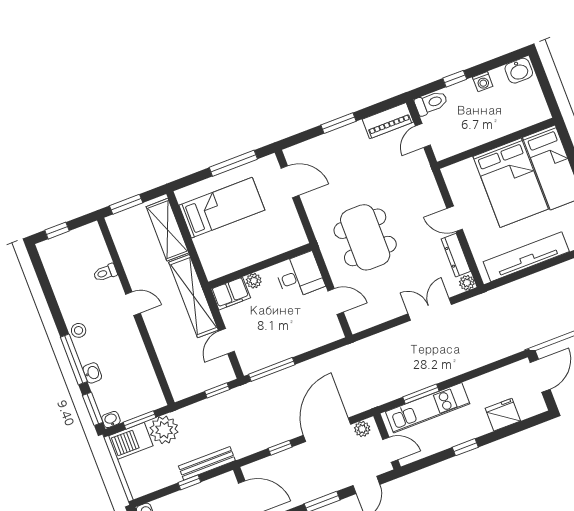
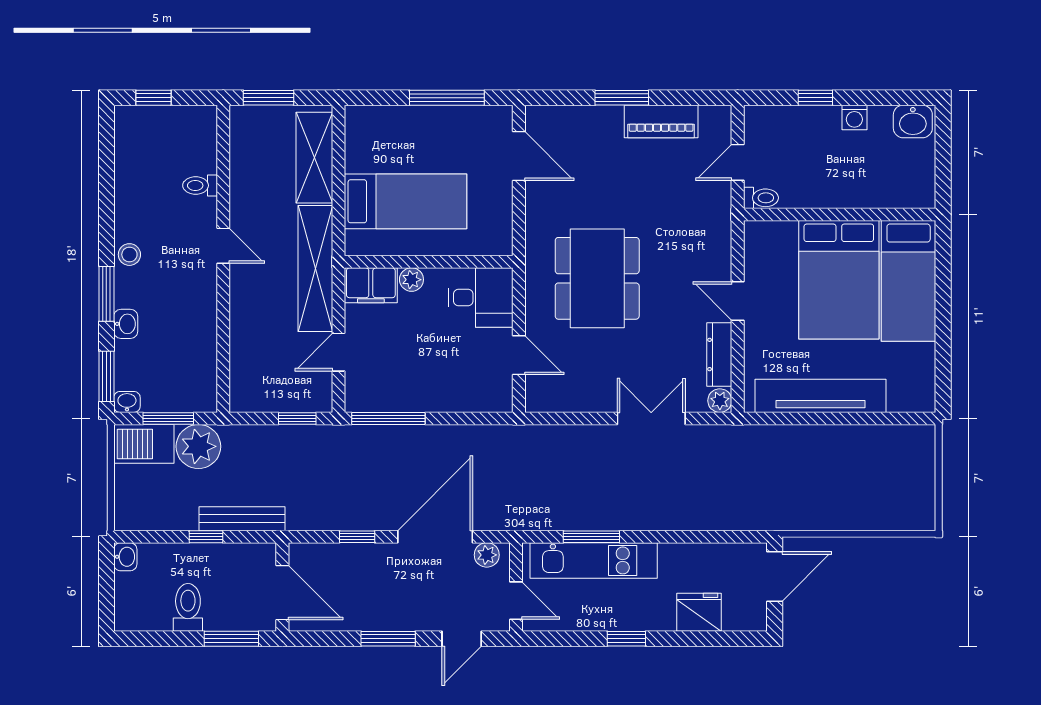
toilet: (431, 103) -> (761, 198), moved, width x0.73, depth x0.72
piano: (388, 121) -> (661, 121), moved
bed: (222, 208) -> (405, 201), moved
window: (74, 359) -> (106, 294), width x0.69

